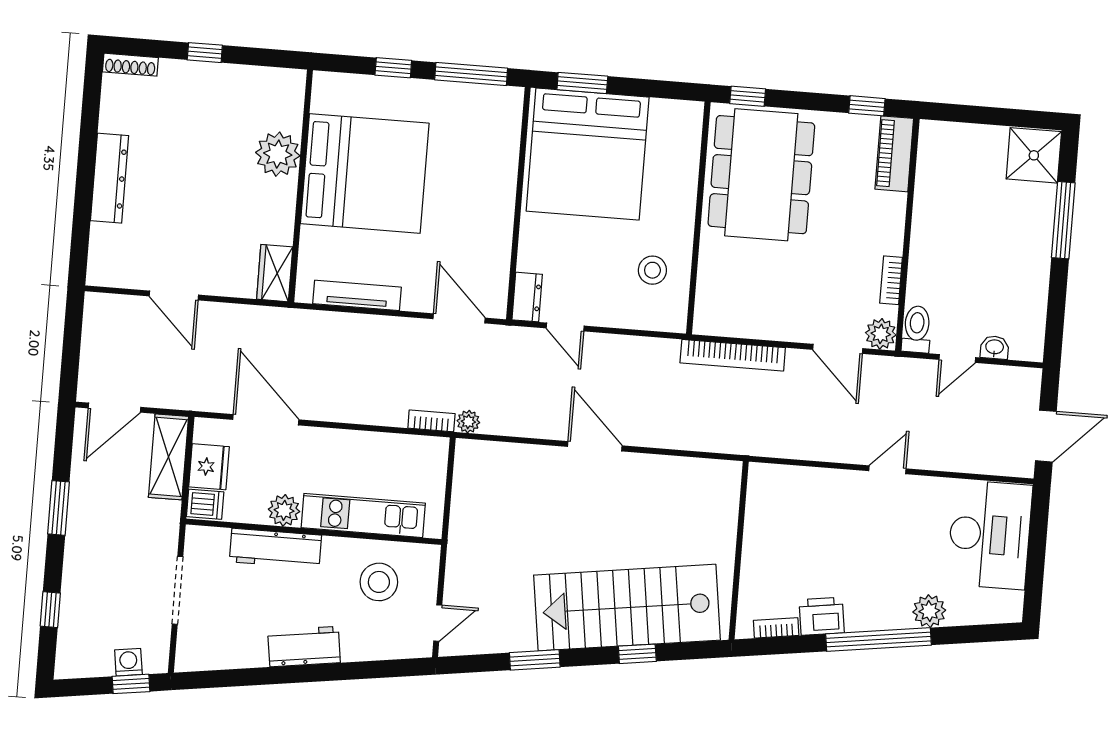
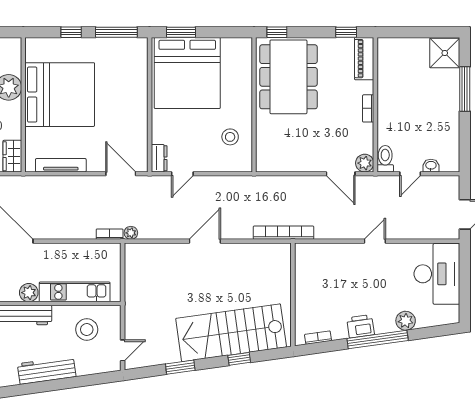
bookcase: (891, 280) -> (368, 108), moved
door: (565, 327) -> (182, 174), hinge flipped
bookcase: (733, 355) -> (283, 233), moved, turned 180
door: (595, 446) -> (205, 241), hinge flipped
printer: (822, 616) -> (361, 326), moved
workbench: (304, 647) -> (47, 370), width x1.38

